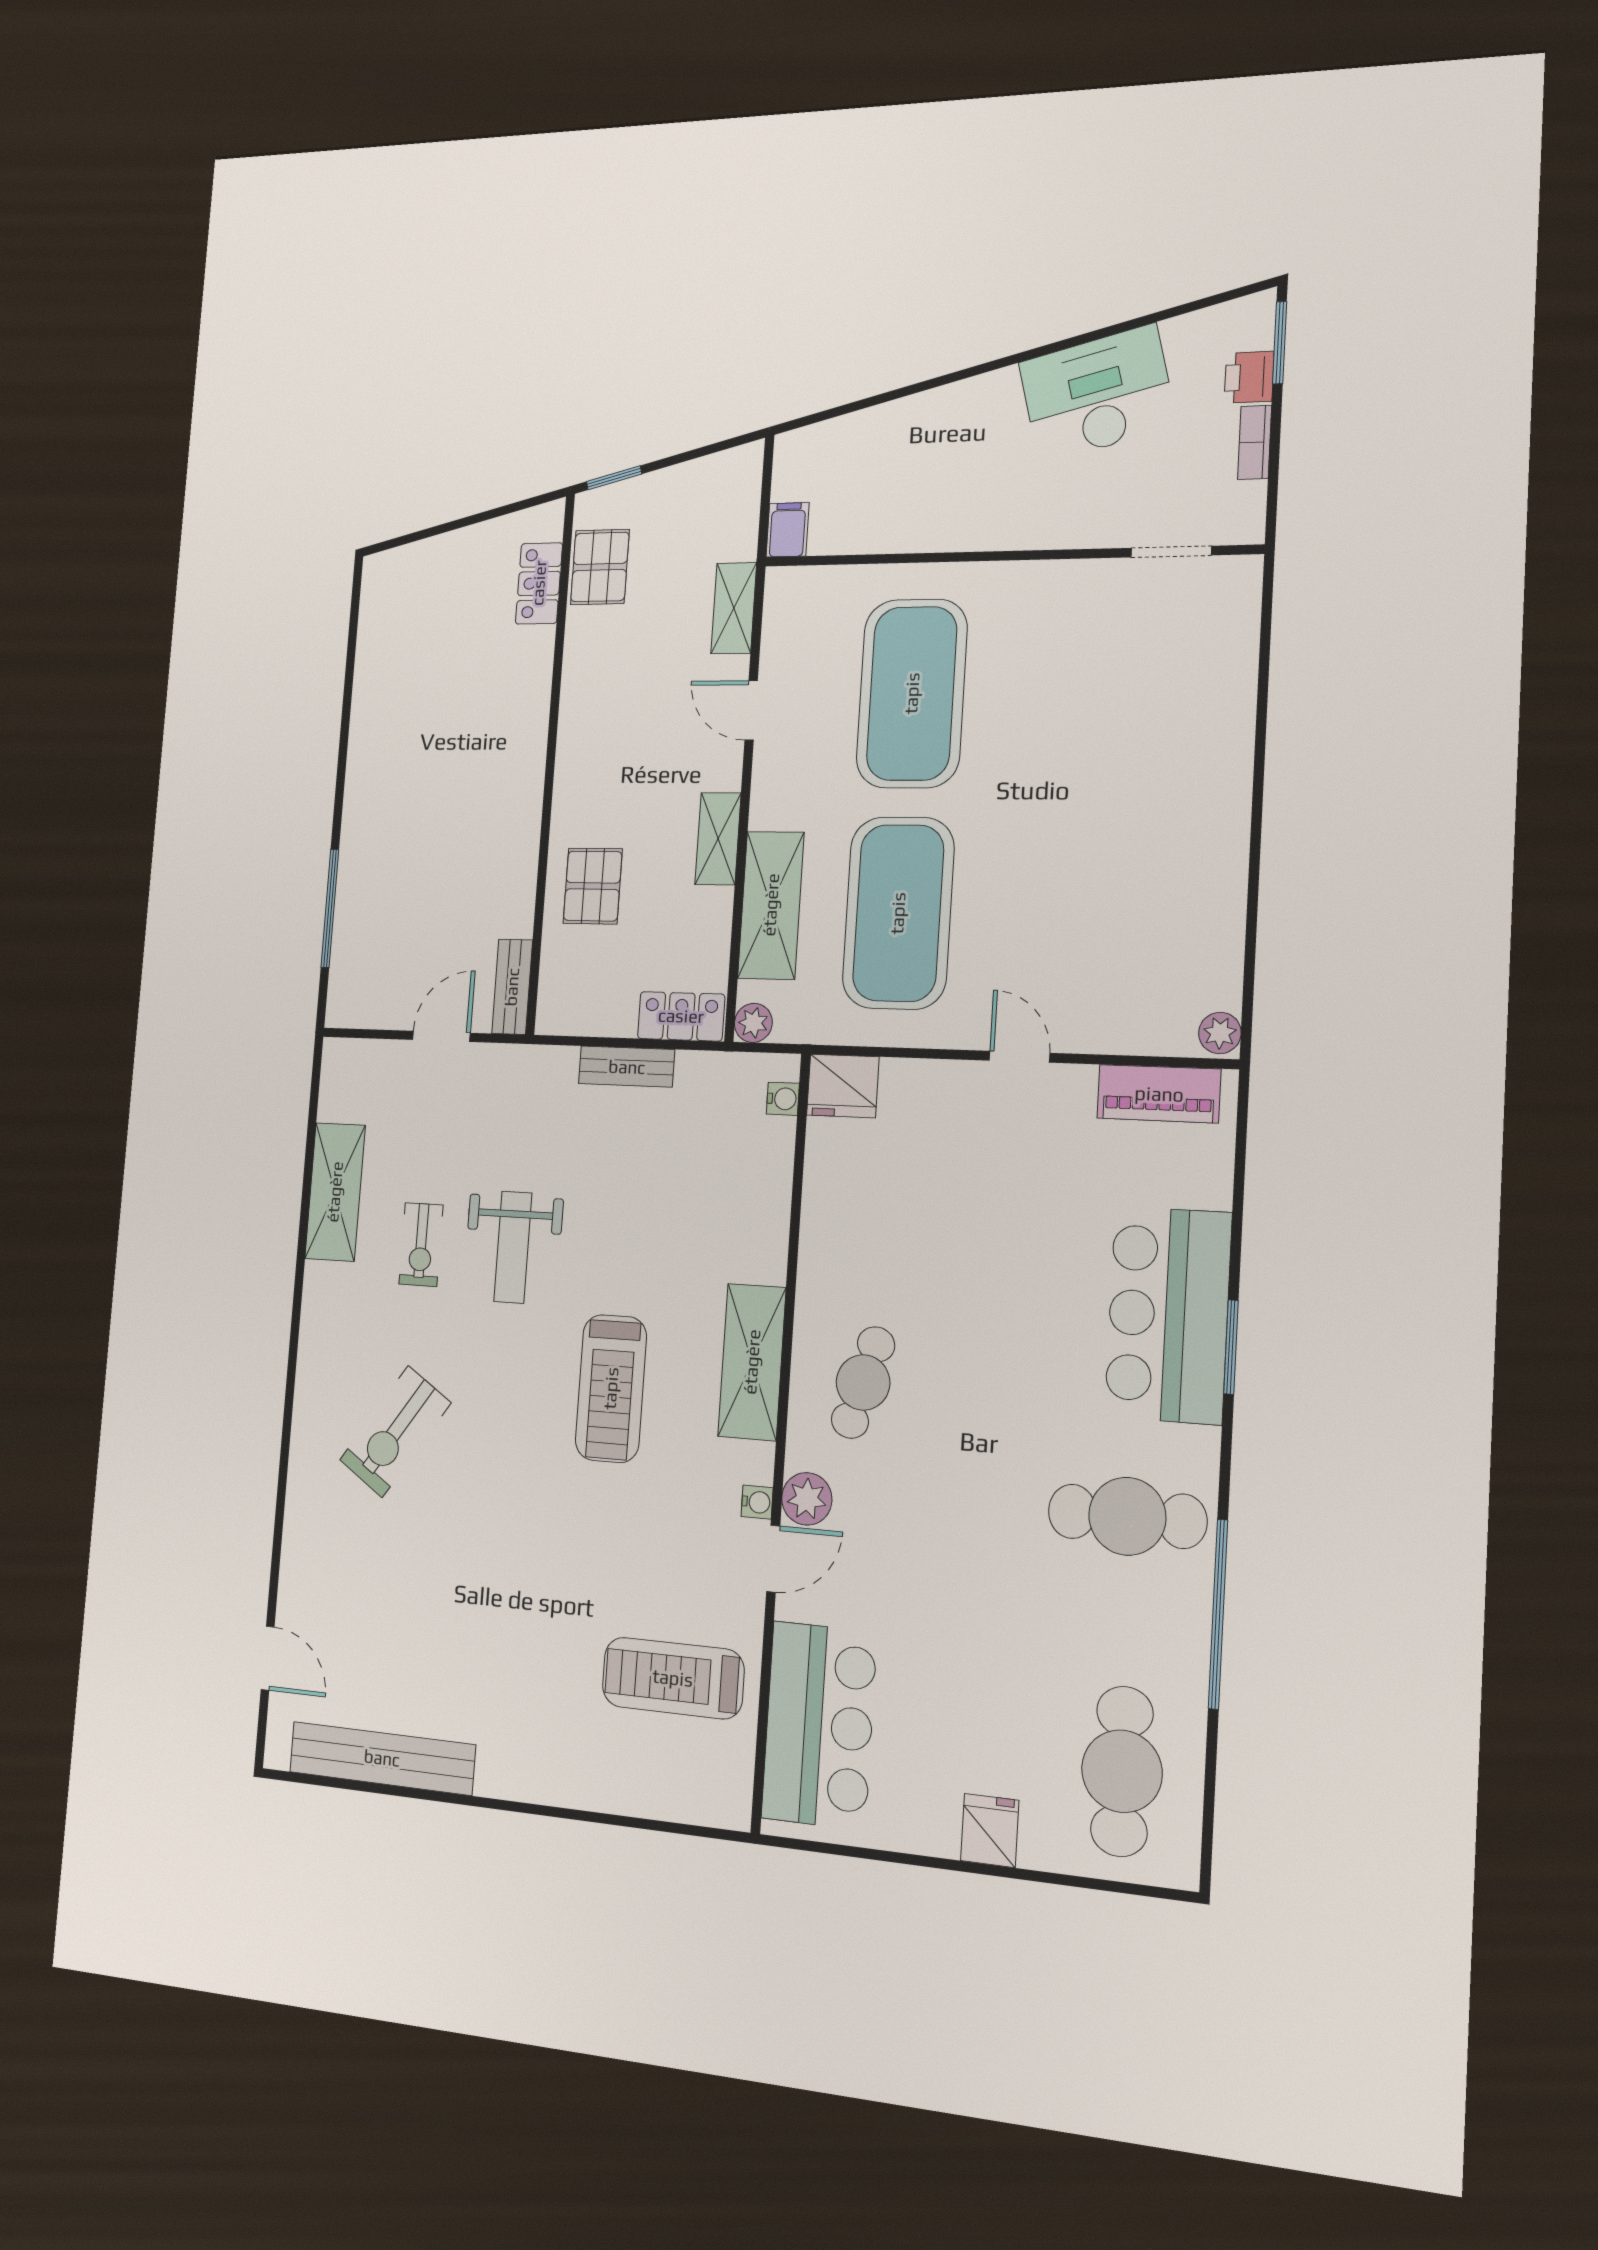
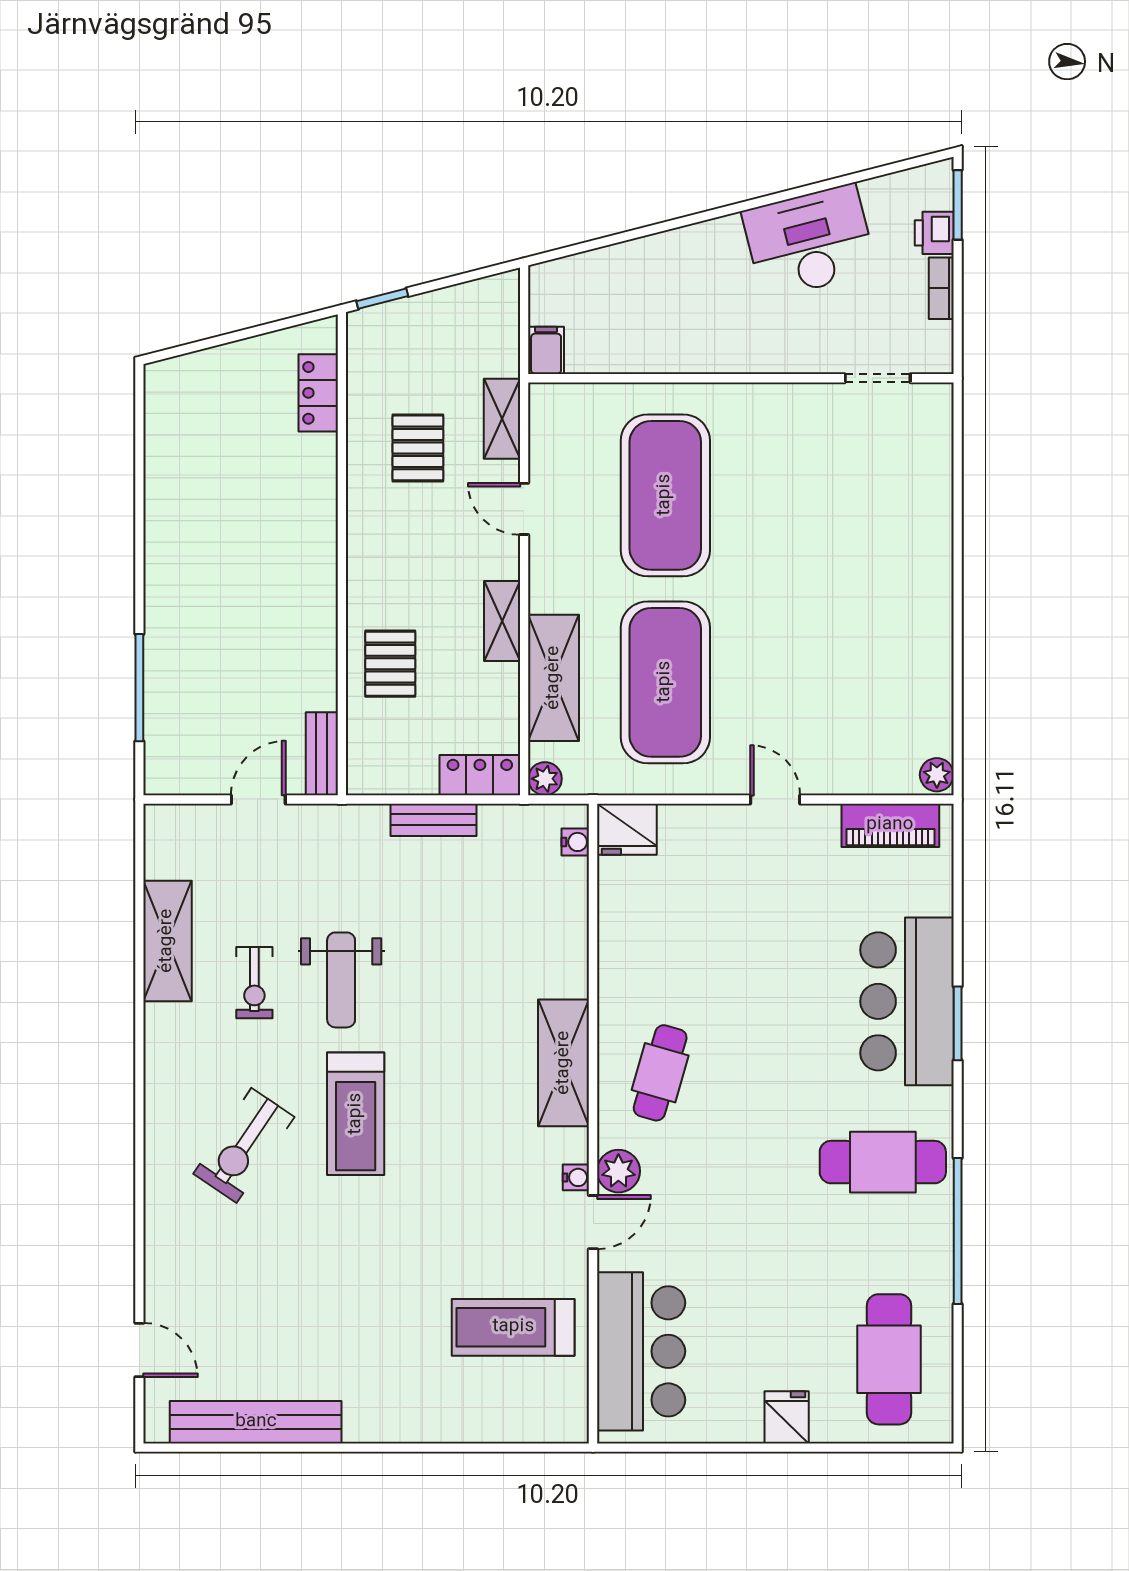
pallet: (600, 567) -> (418, 448), moved
treadmill: (611, 1388) -> (356, 1114), moved

